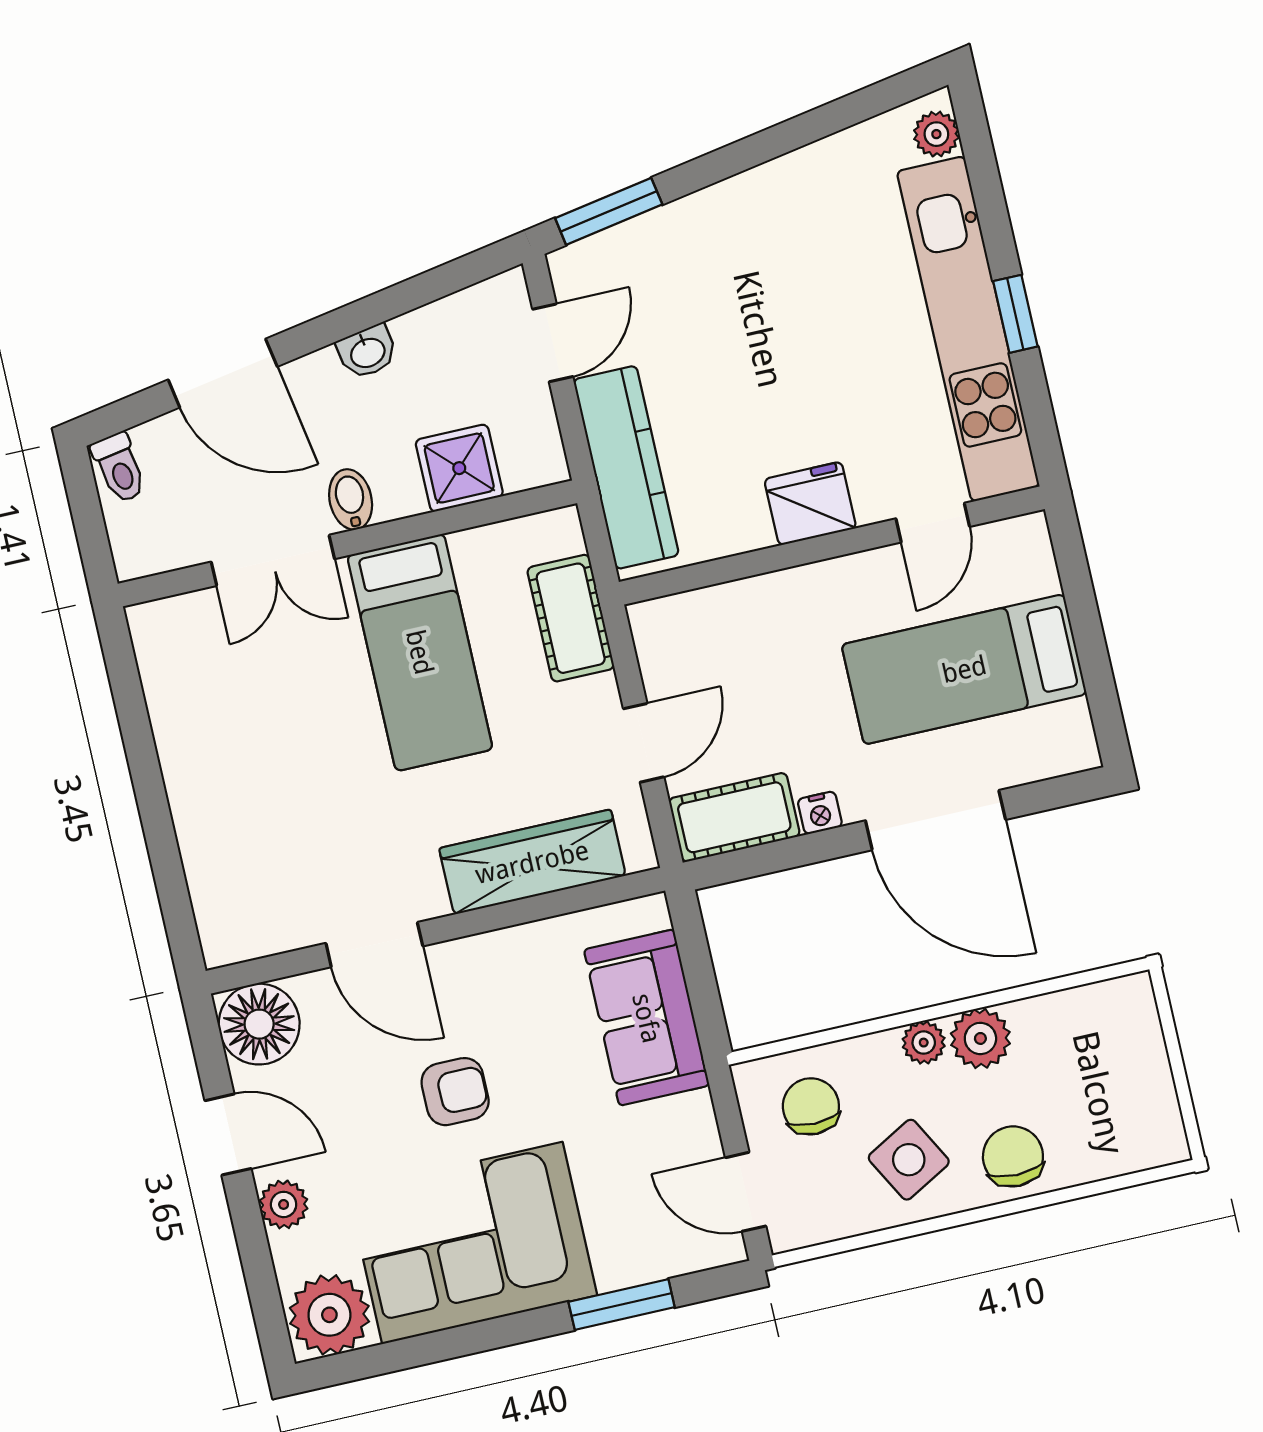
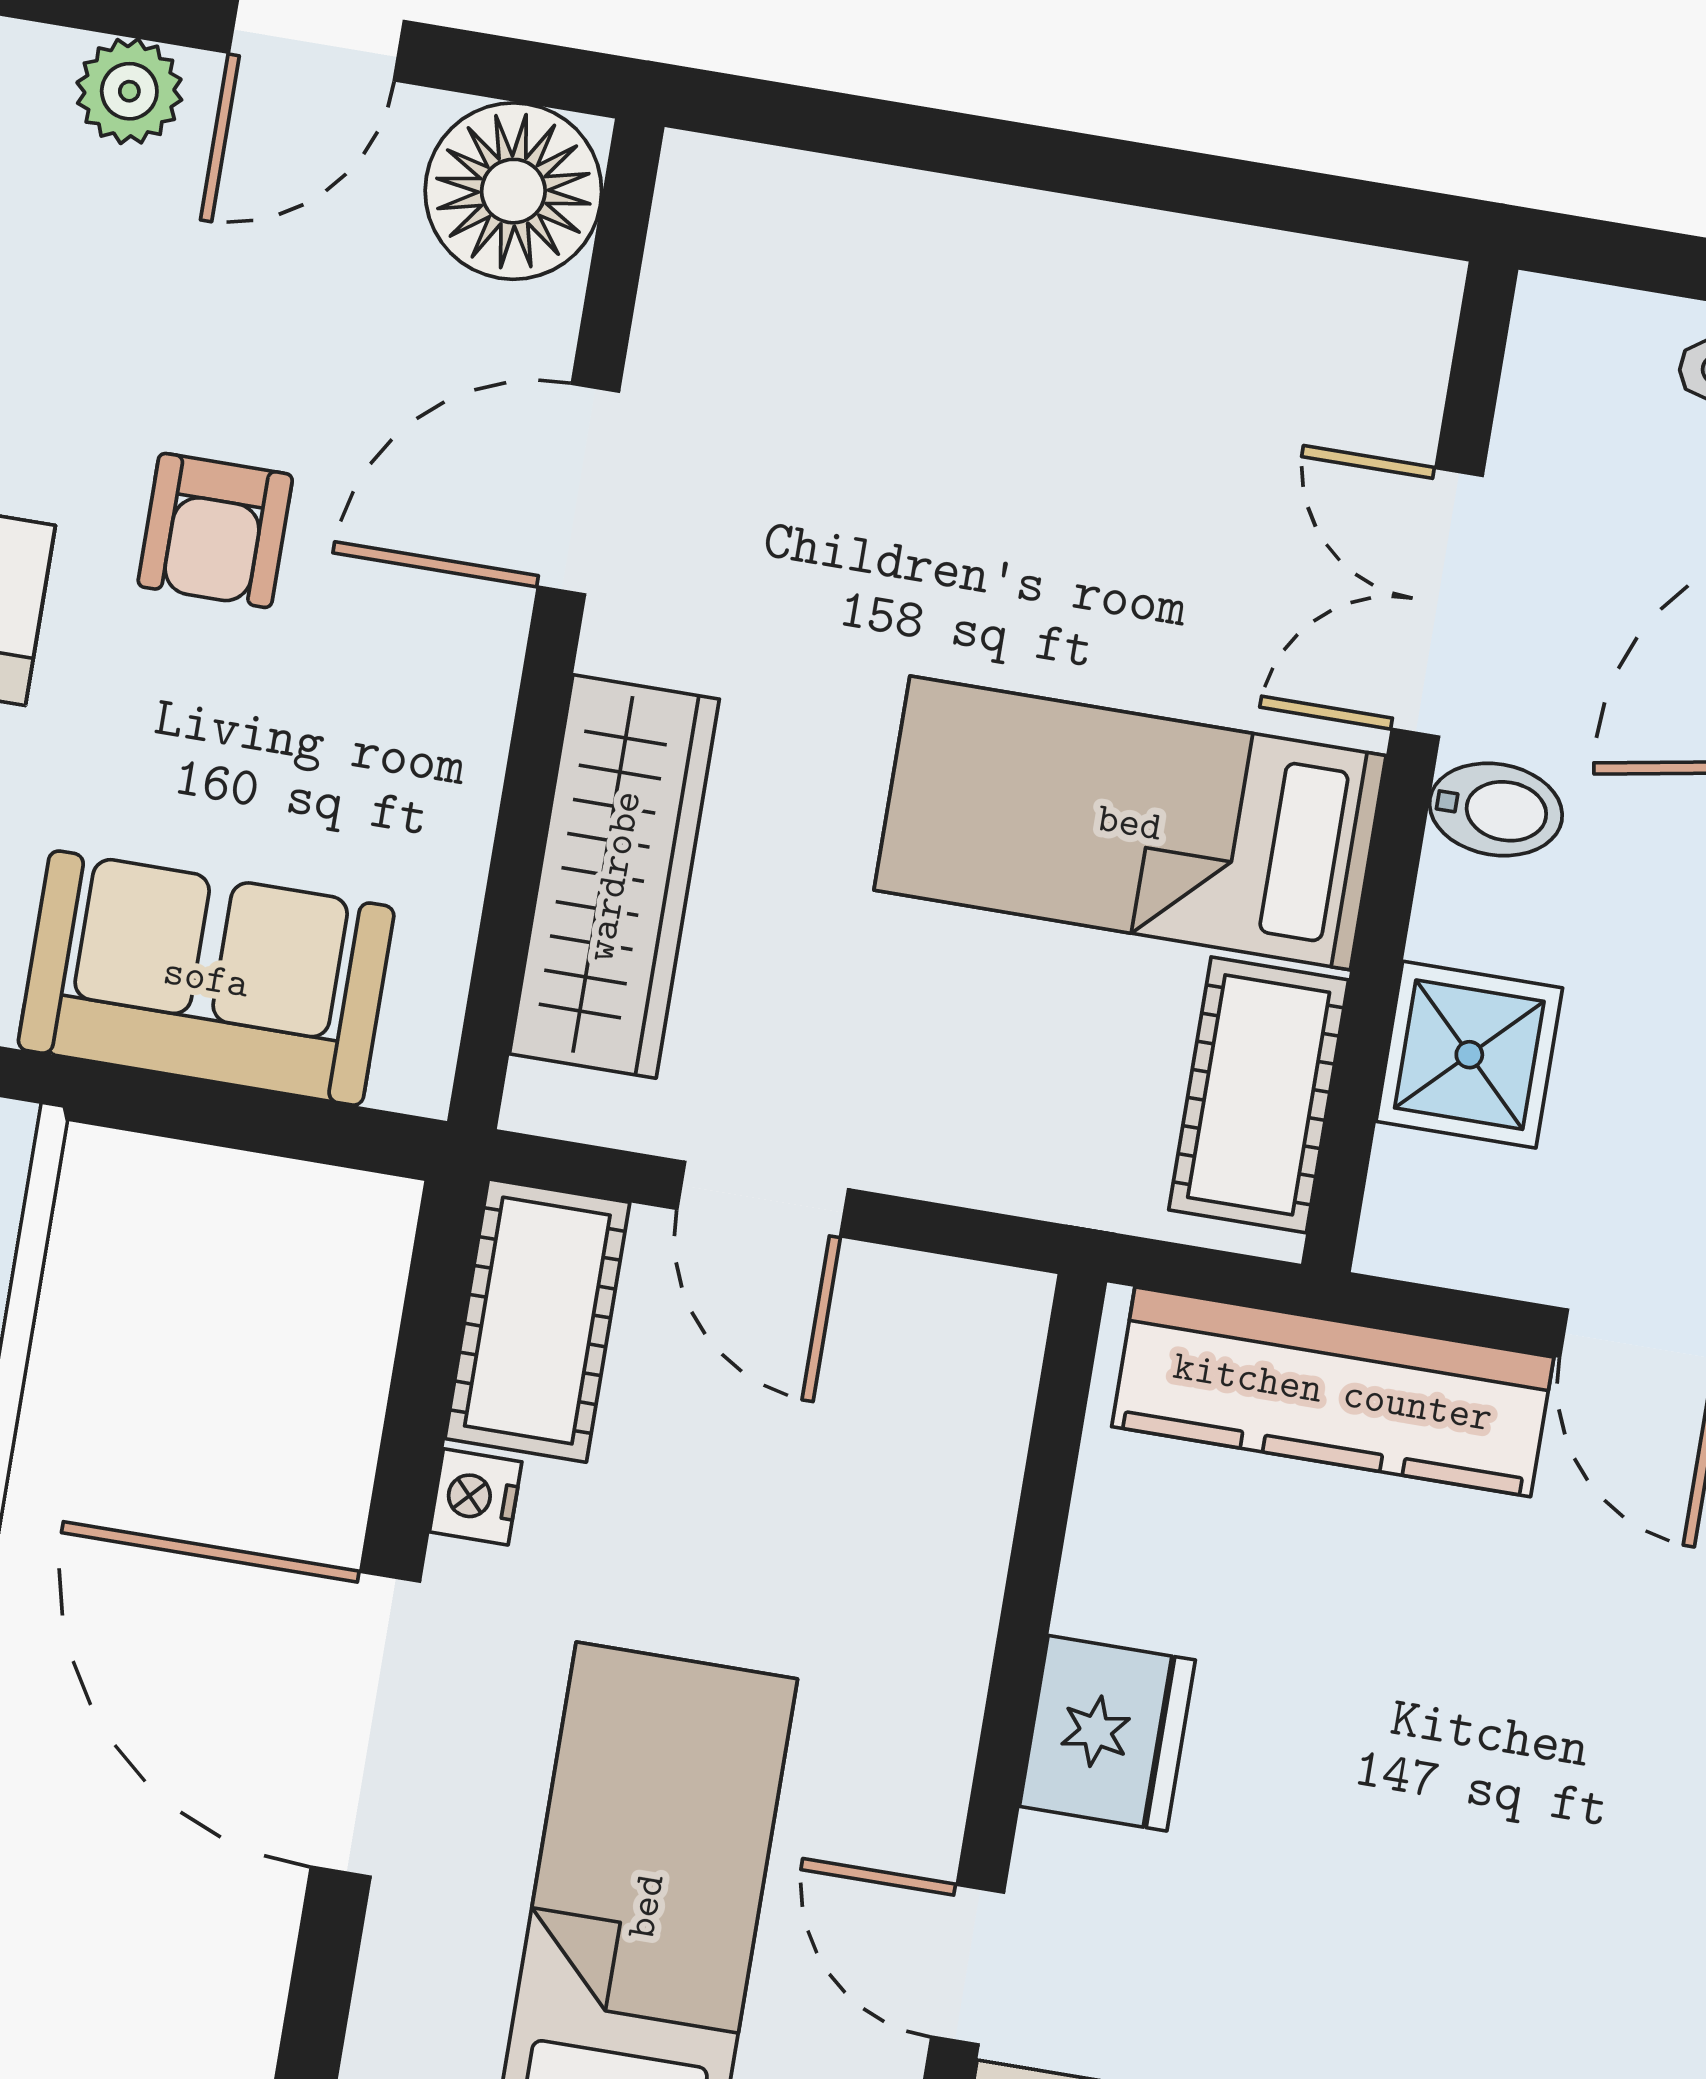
cot: (571, 618) -> (1259, 1095), moved, turned 90
door: (936, 820) -> (365, 1724), hinge flipped

